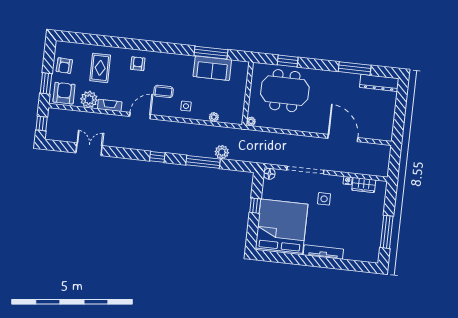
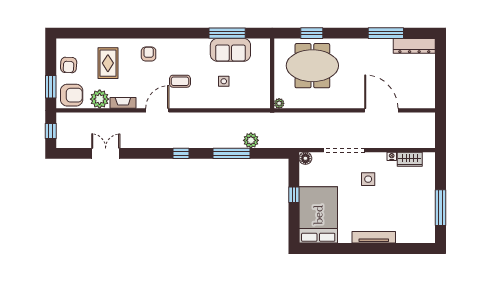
armchair: (64, 93) -> (72, 95), turned 90
side table: (186, 106) -> (224, 81), moved
plant: (214, 117) -> (238, 103), removed
bed: (282, 227) -> (318, 215), width x0.73

